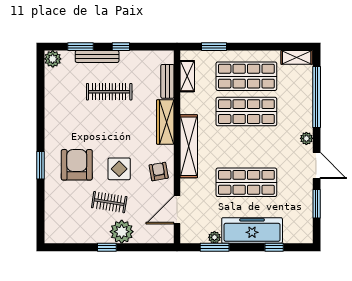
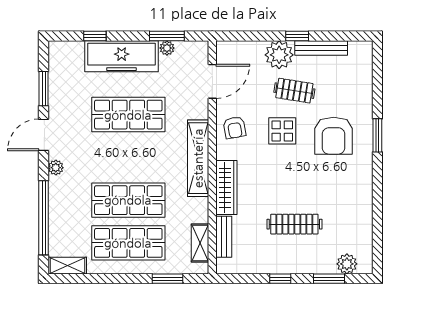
bench: (97, 56) -> (321, 48), moved
plant: (53, 59) -> (347, 264), moved
door: (317, 166) -> (44, 135), hinge flipped

